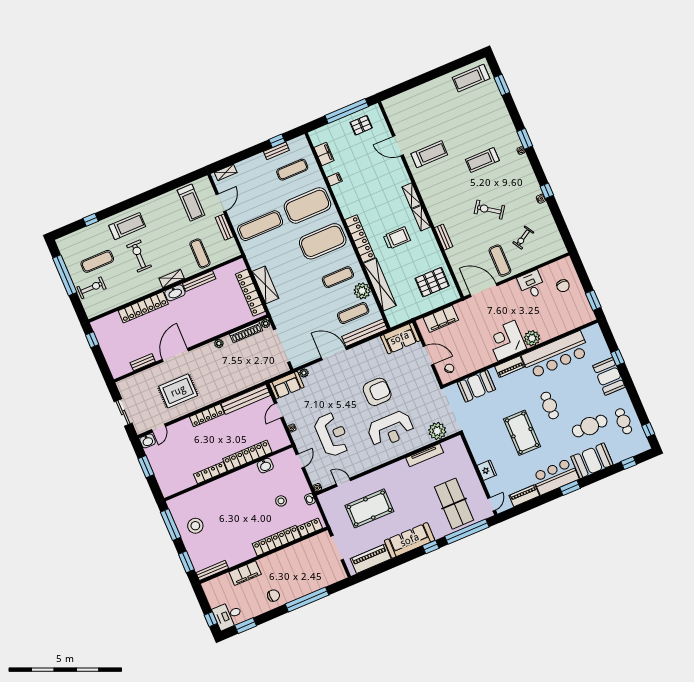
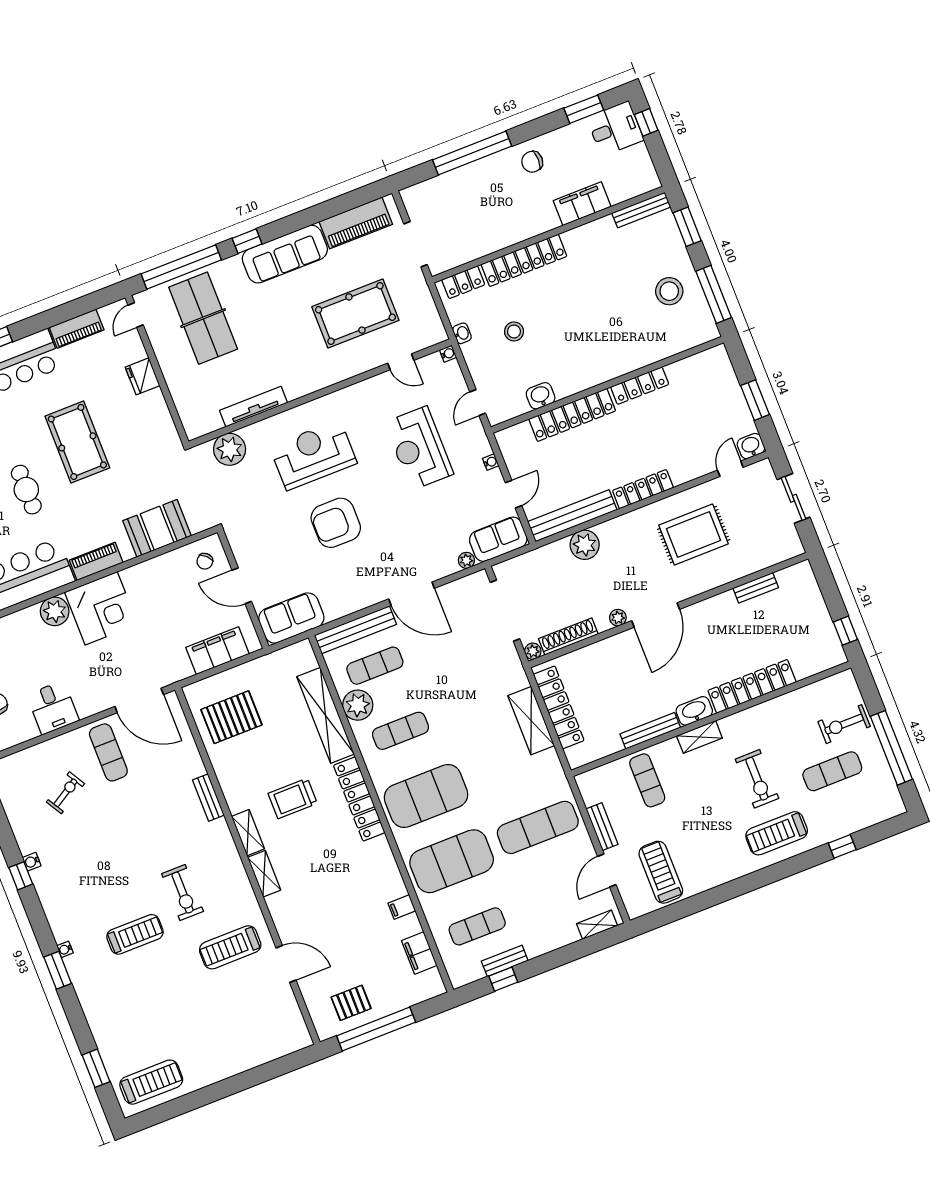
exercise bike: (489, 210) -> (183, 893), moved, turned 55
door: (175, 355) -> (656, 615), moved
plant: (238, 383) -> (585, 545), added

